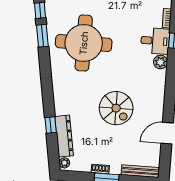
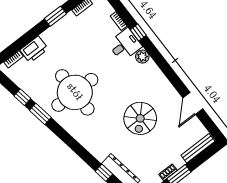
spiral stairs: (116, 108) -> (140, 118), turned 90

